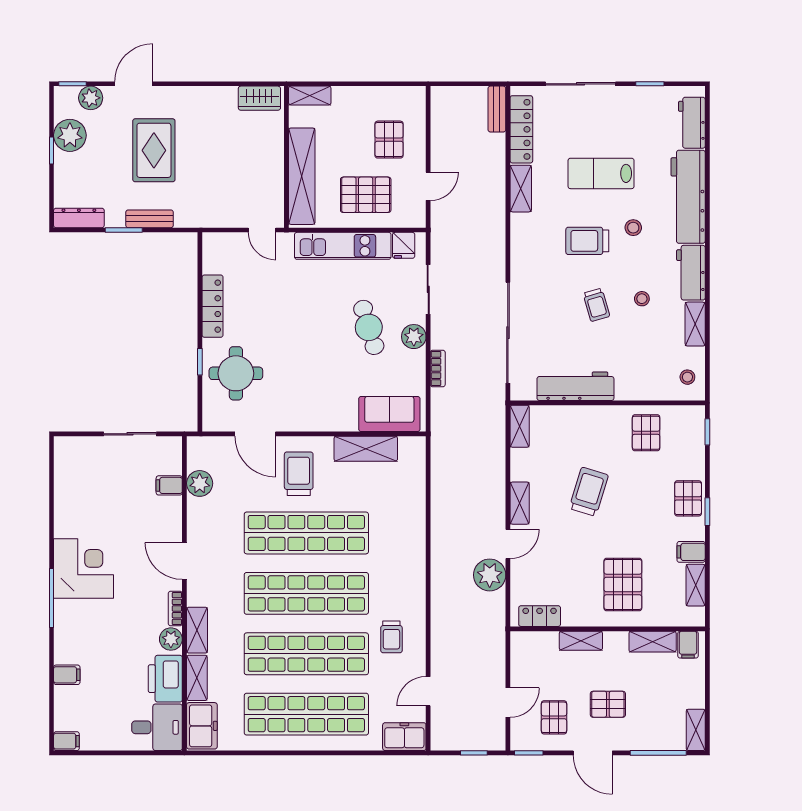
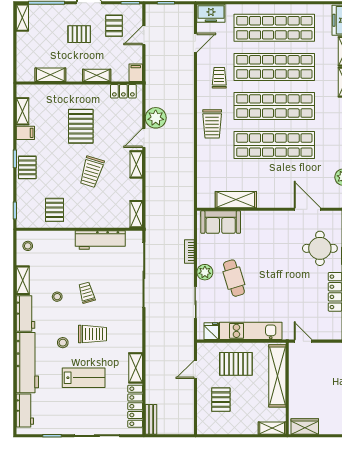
trolley: (299, 474) -> (212, 124), moved
pallet: (623, 584) -> (81, 126), moved
filing cabinet: (688, 645) -> (136, 73), moved

